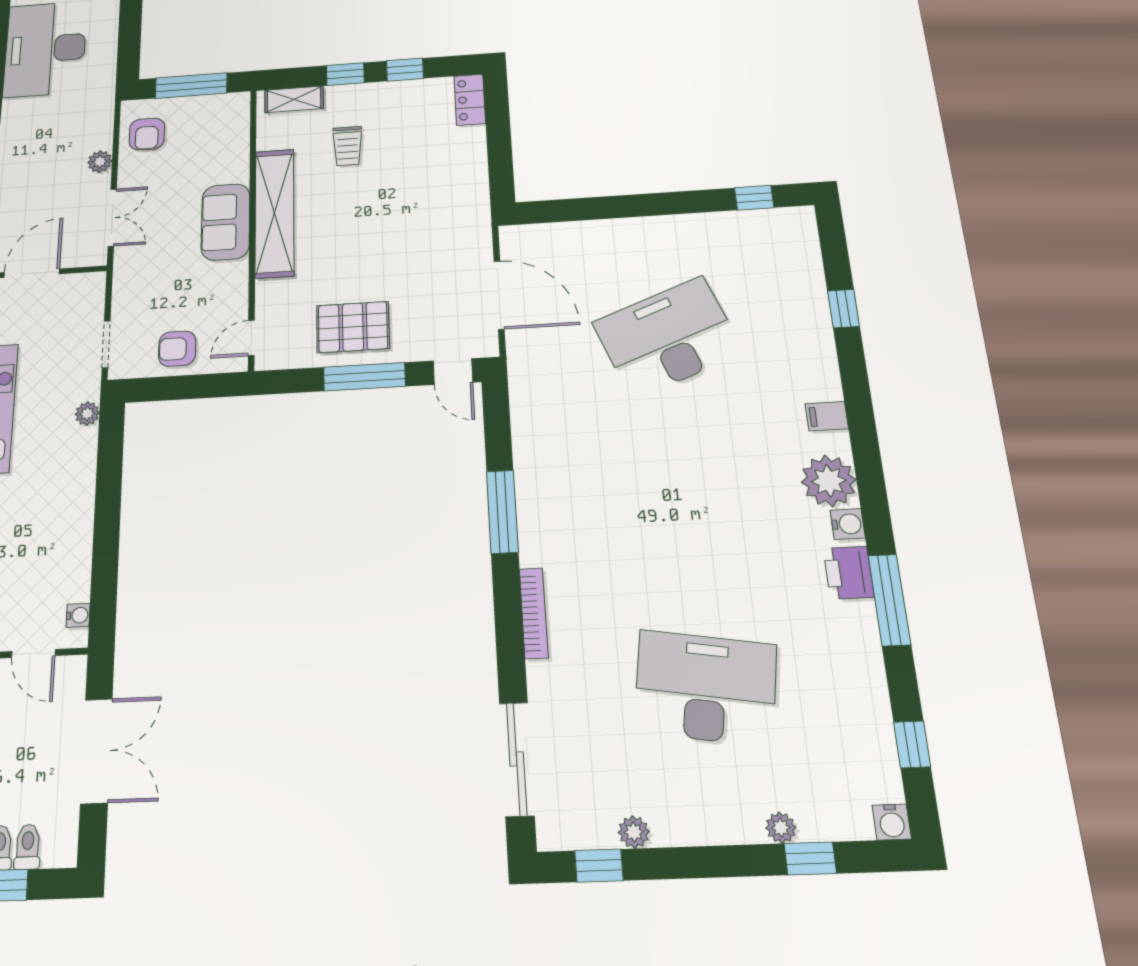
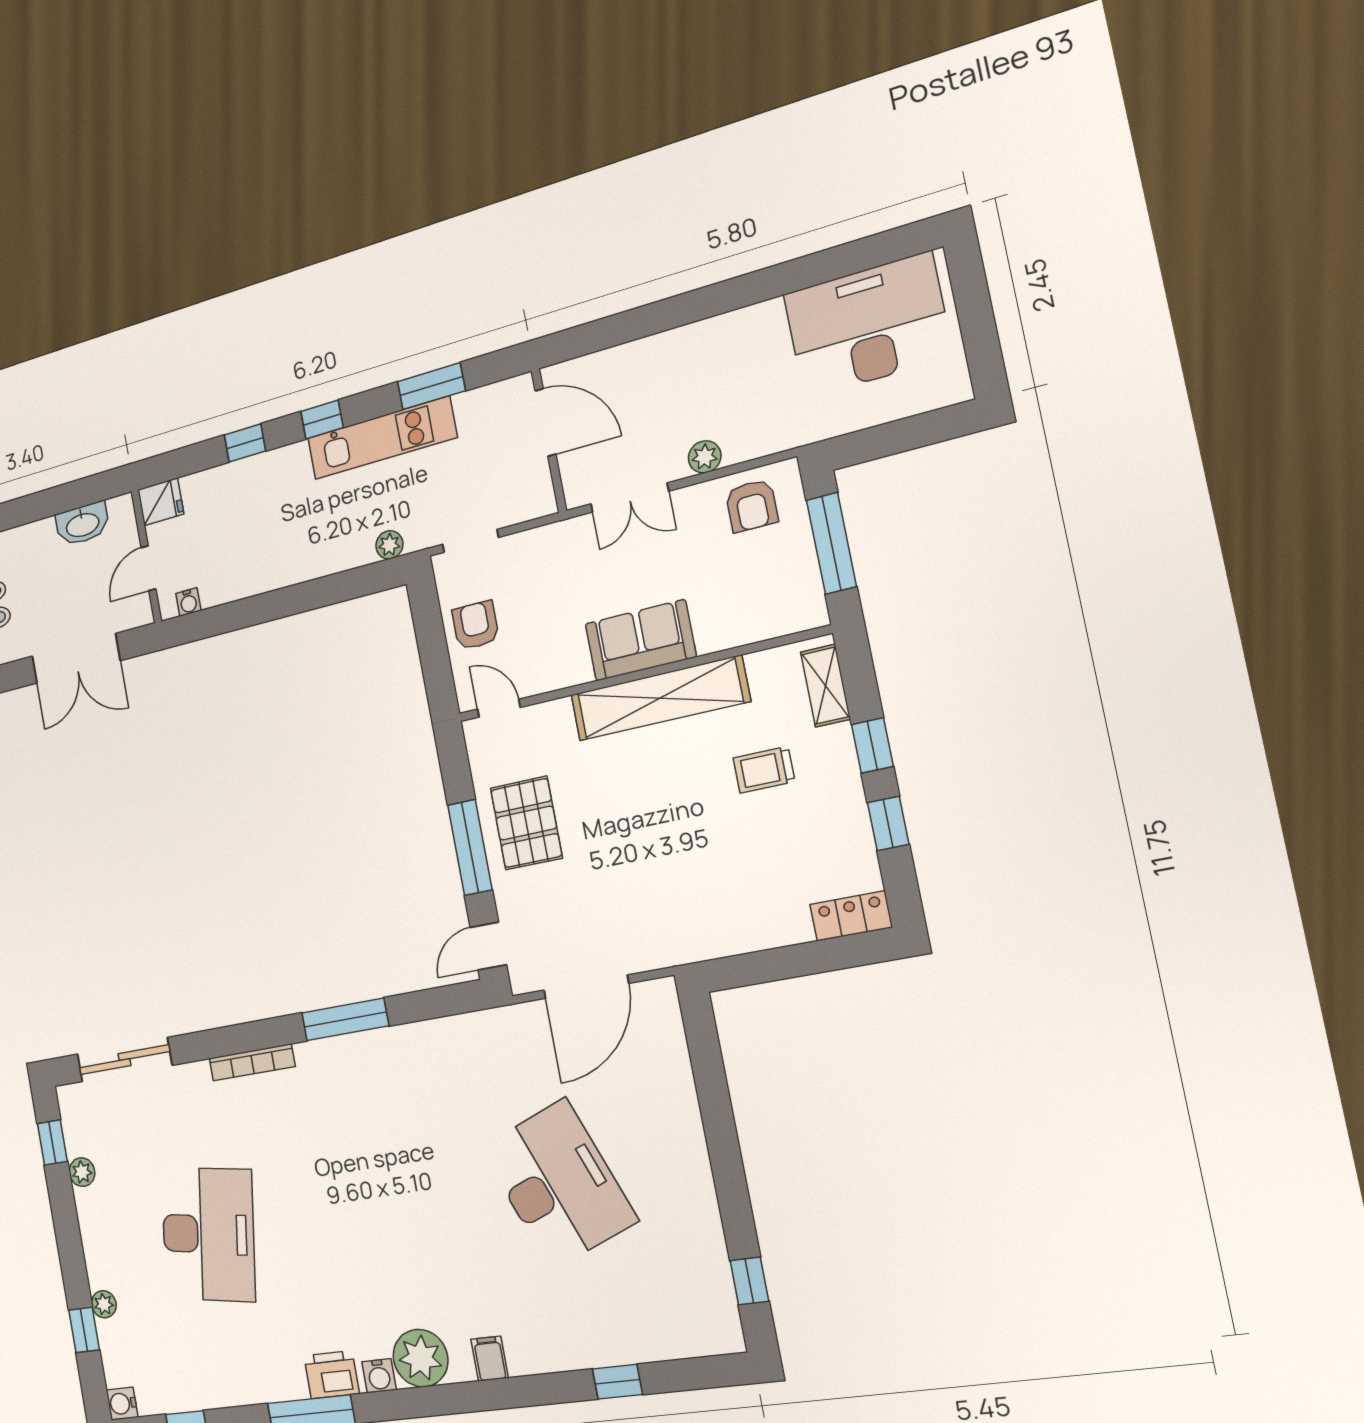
armchair: (147, 134) -> (752, 506), turned -90

